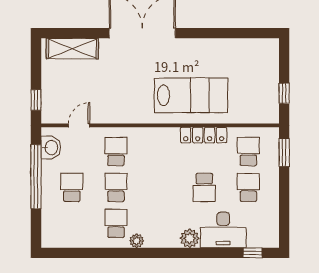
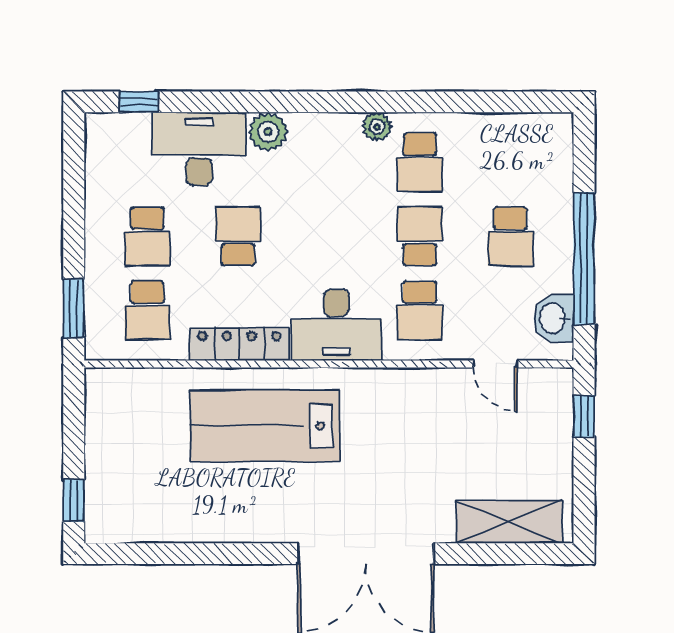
window: (284, 93) -> (74, 500), moved
door: (79, 125) -> (495, 364), hinge flipped
desk: (156, 144) -> (337, 325), added
school desk: (116, 187) -> (420, 236), turned 180

